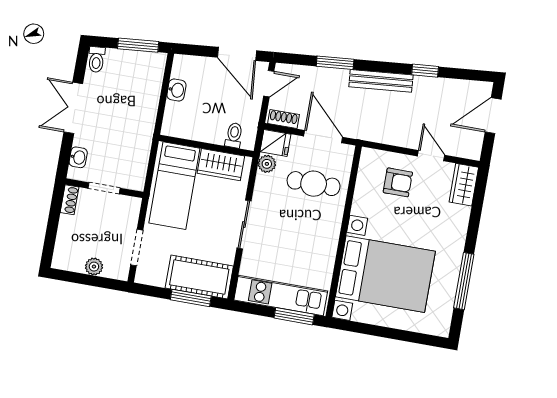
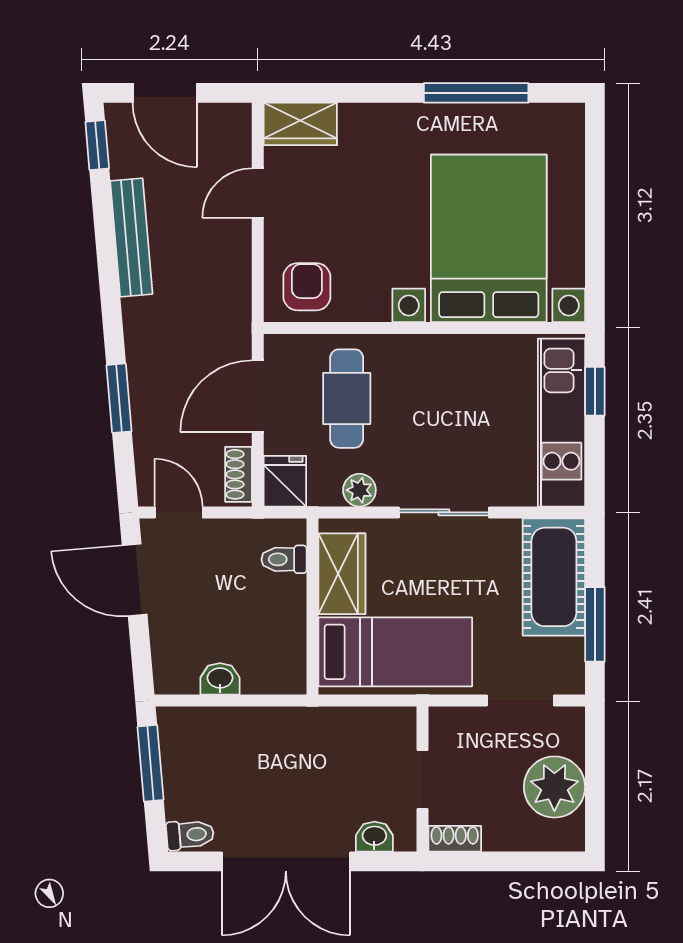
door: (237, 54) -> (135, 580), swing flipped
window: (425, 71) -> (97, 145), moved
bench: (381, 81) -> (131, 237), moved
double door: (73, 108) -> (286, 861), width x1.37
plant: (267, 164) -> (359, 490), moved
armchair: (398, 182) -> (307, 287), moved
plant: (94, 267) -> (554, 787), width x1.87, depth x1.87
window: (191, 298) -> (595, 624), moved
window: (294, 316) -> (595, 391), width x0.67

